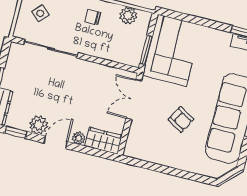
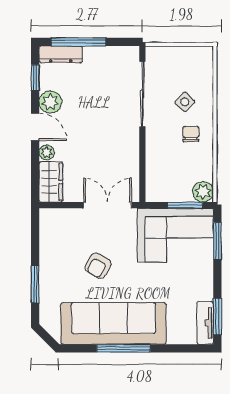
side table: (40, 13) -> (185, 102), moved
plant: (128, 16) -> (203, 192), moved
window: (185, 17) -> (217, 241), added
window: (146, 50) -> (185, 205), moved
window: (183, 174) -> (35, 284), added

